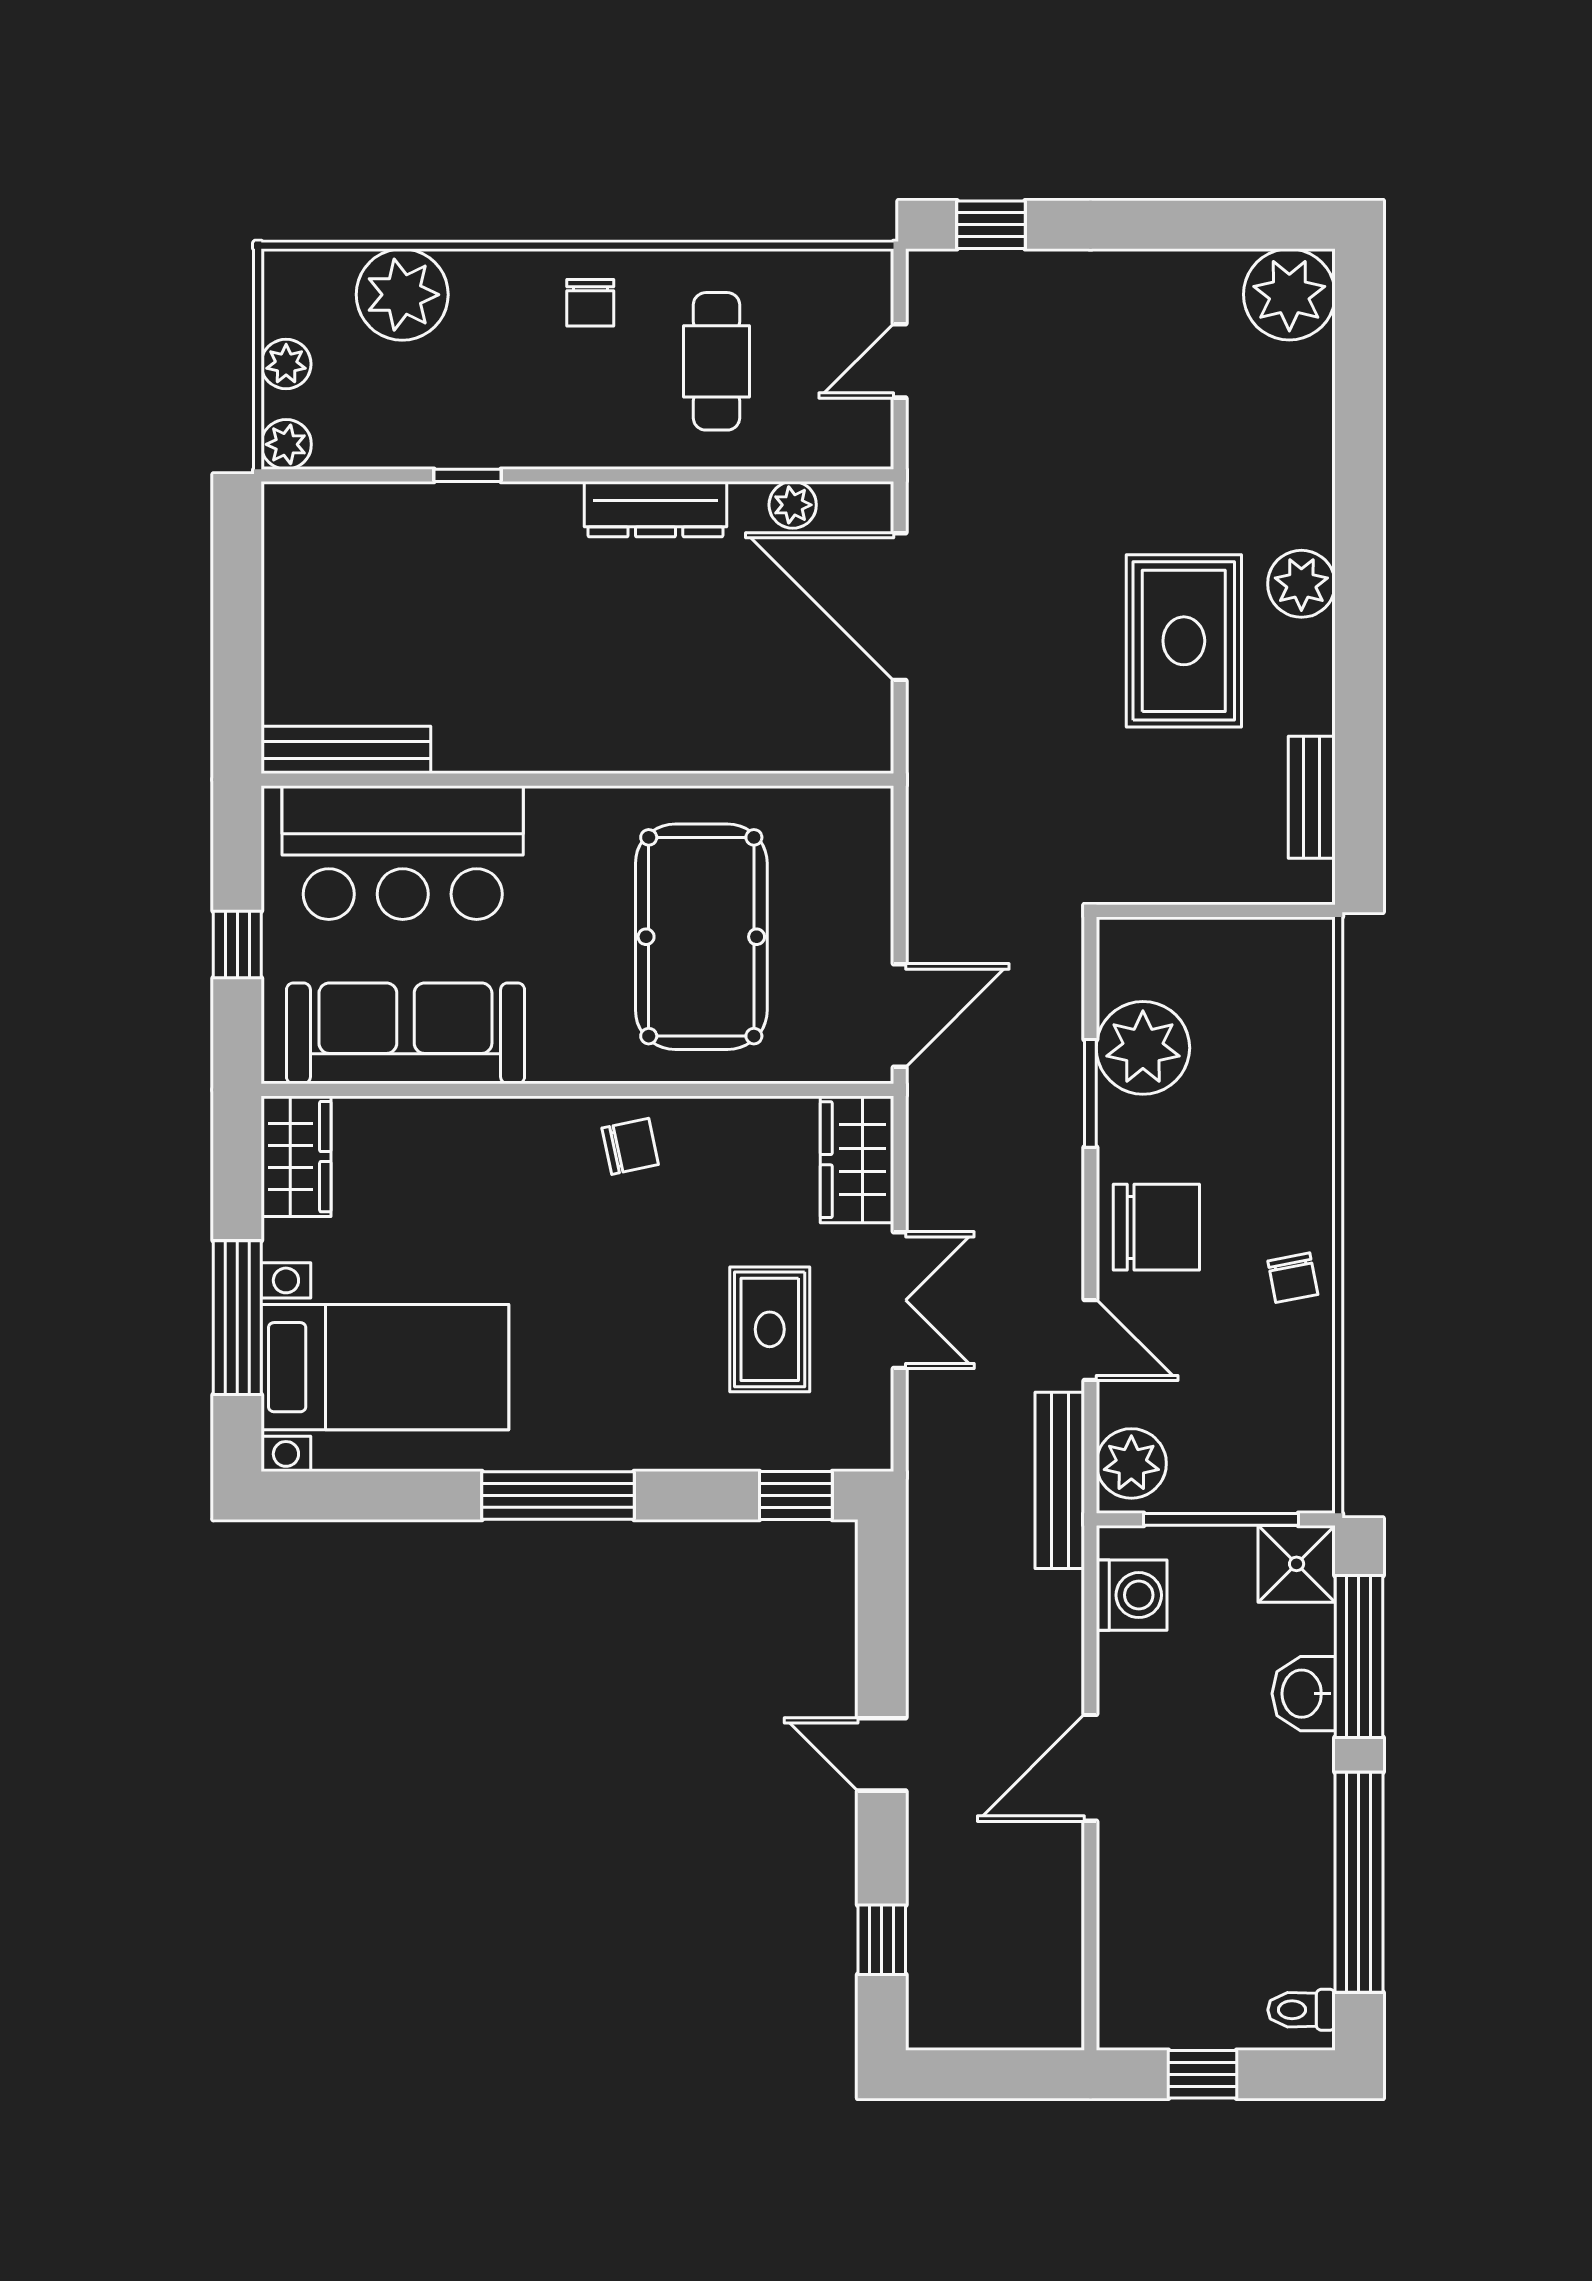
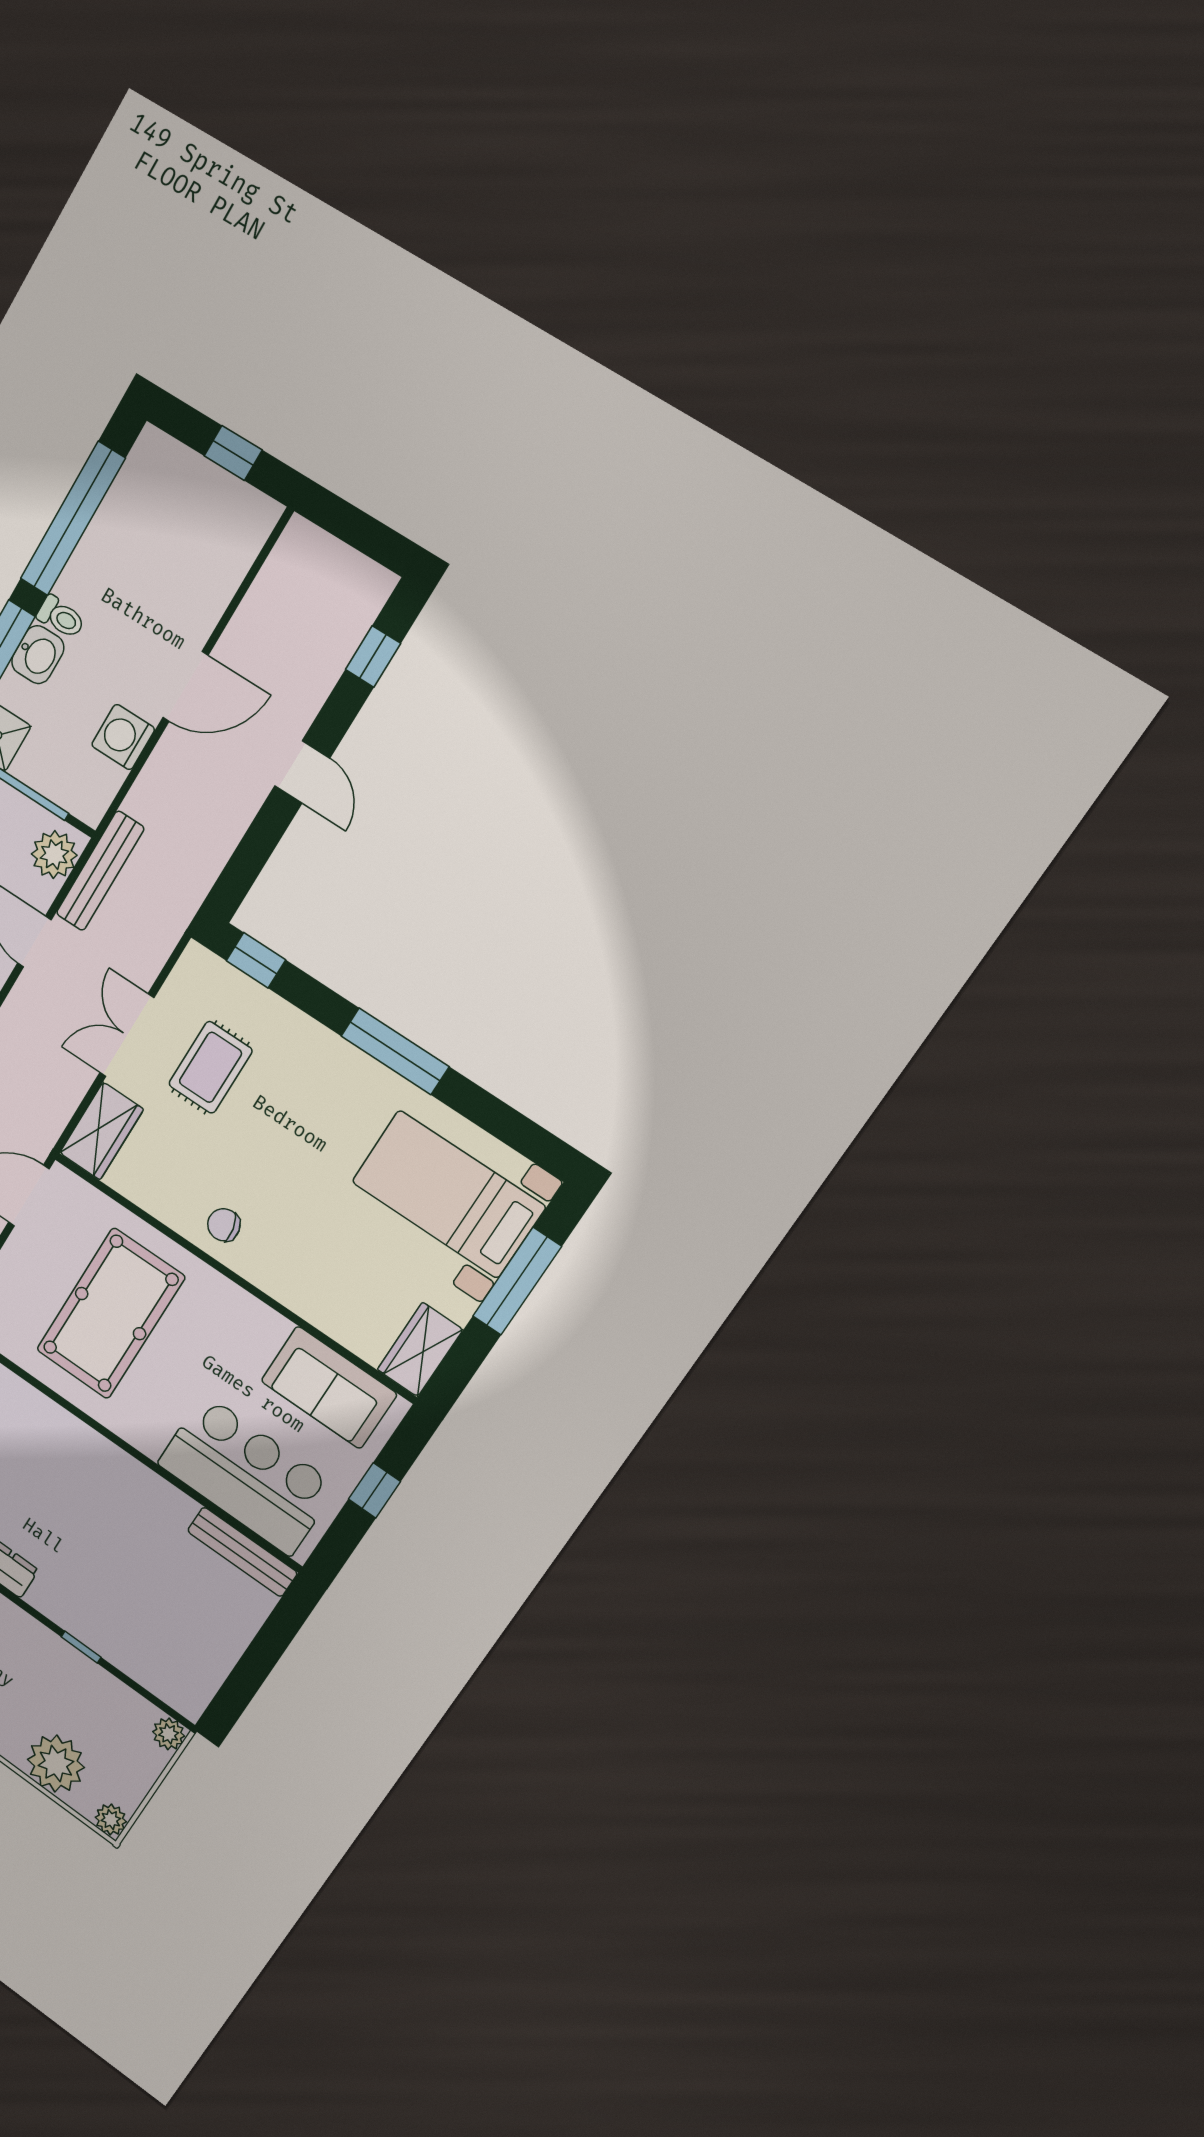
plant: (286, 364) -> (111, 1820), moved
sofa: (405, 1033) -> (329, 1387), width x0.73
washing machine: (1132, 1595) -> (123, 737), moved
toilet: (1301, 2010) -> (61, 617), moved

